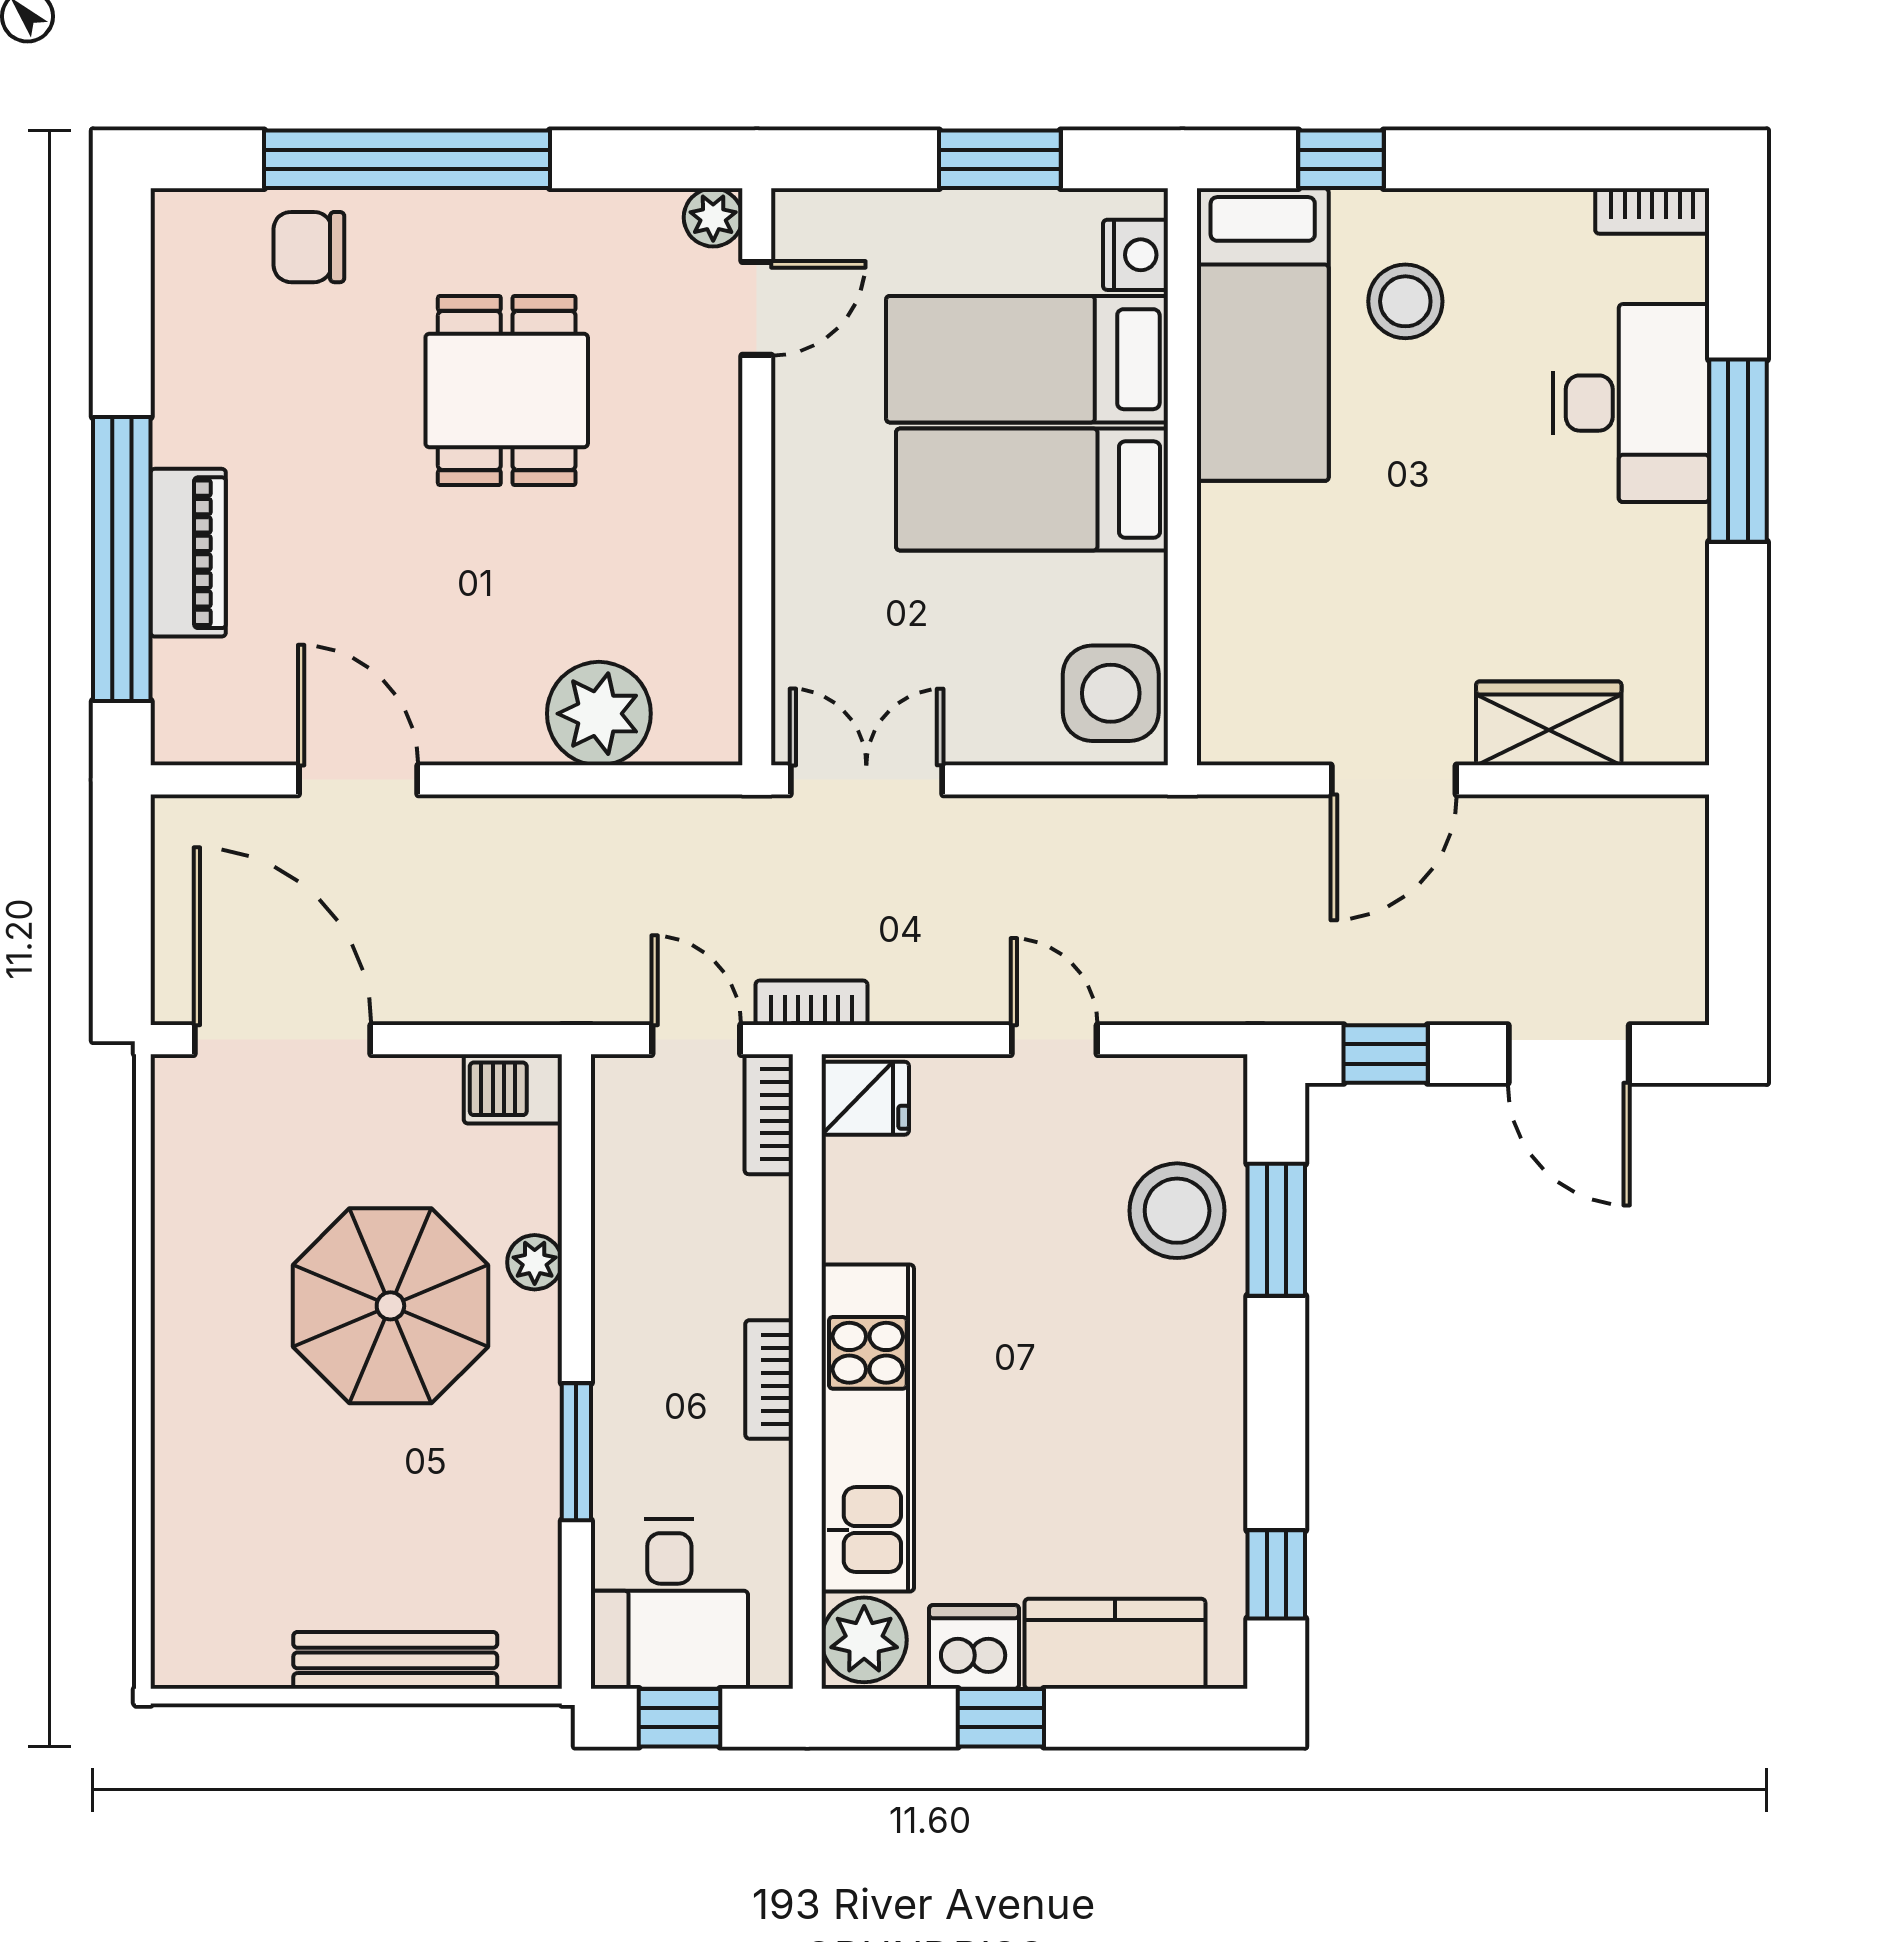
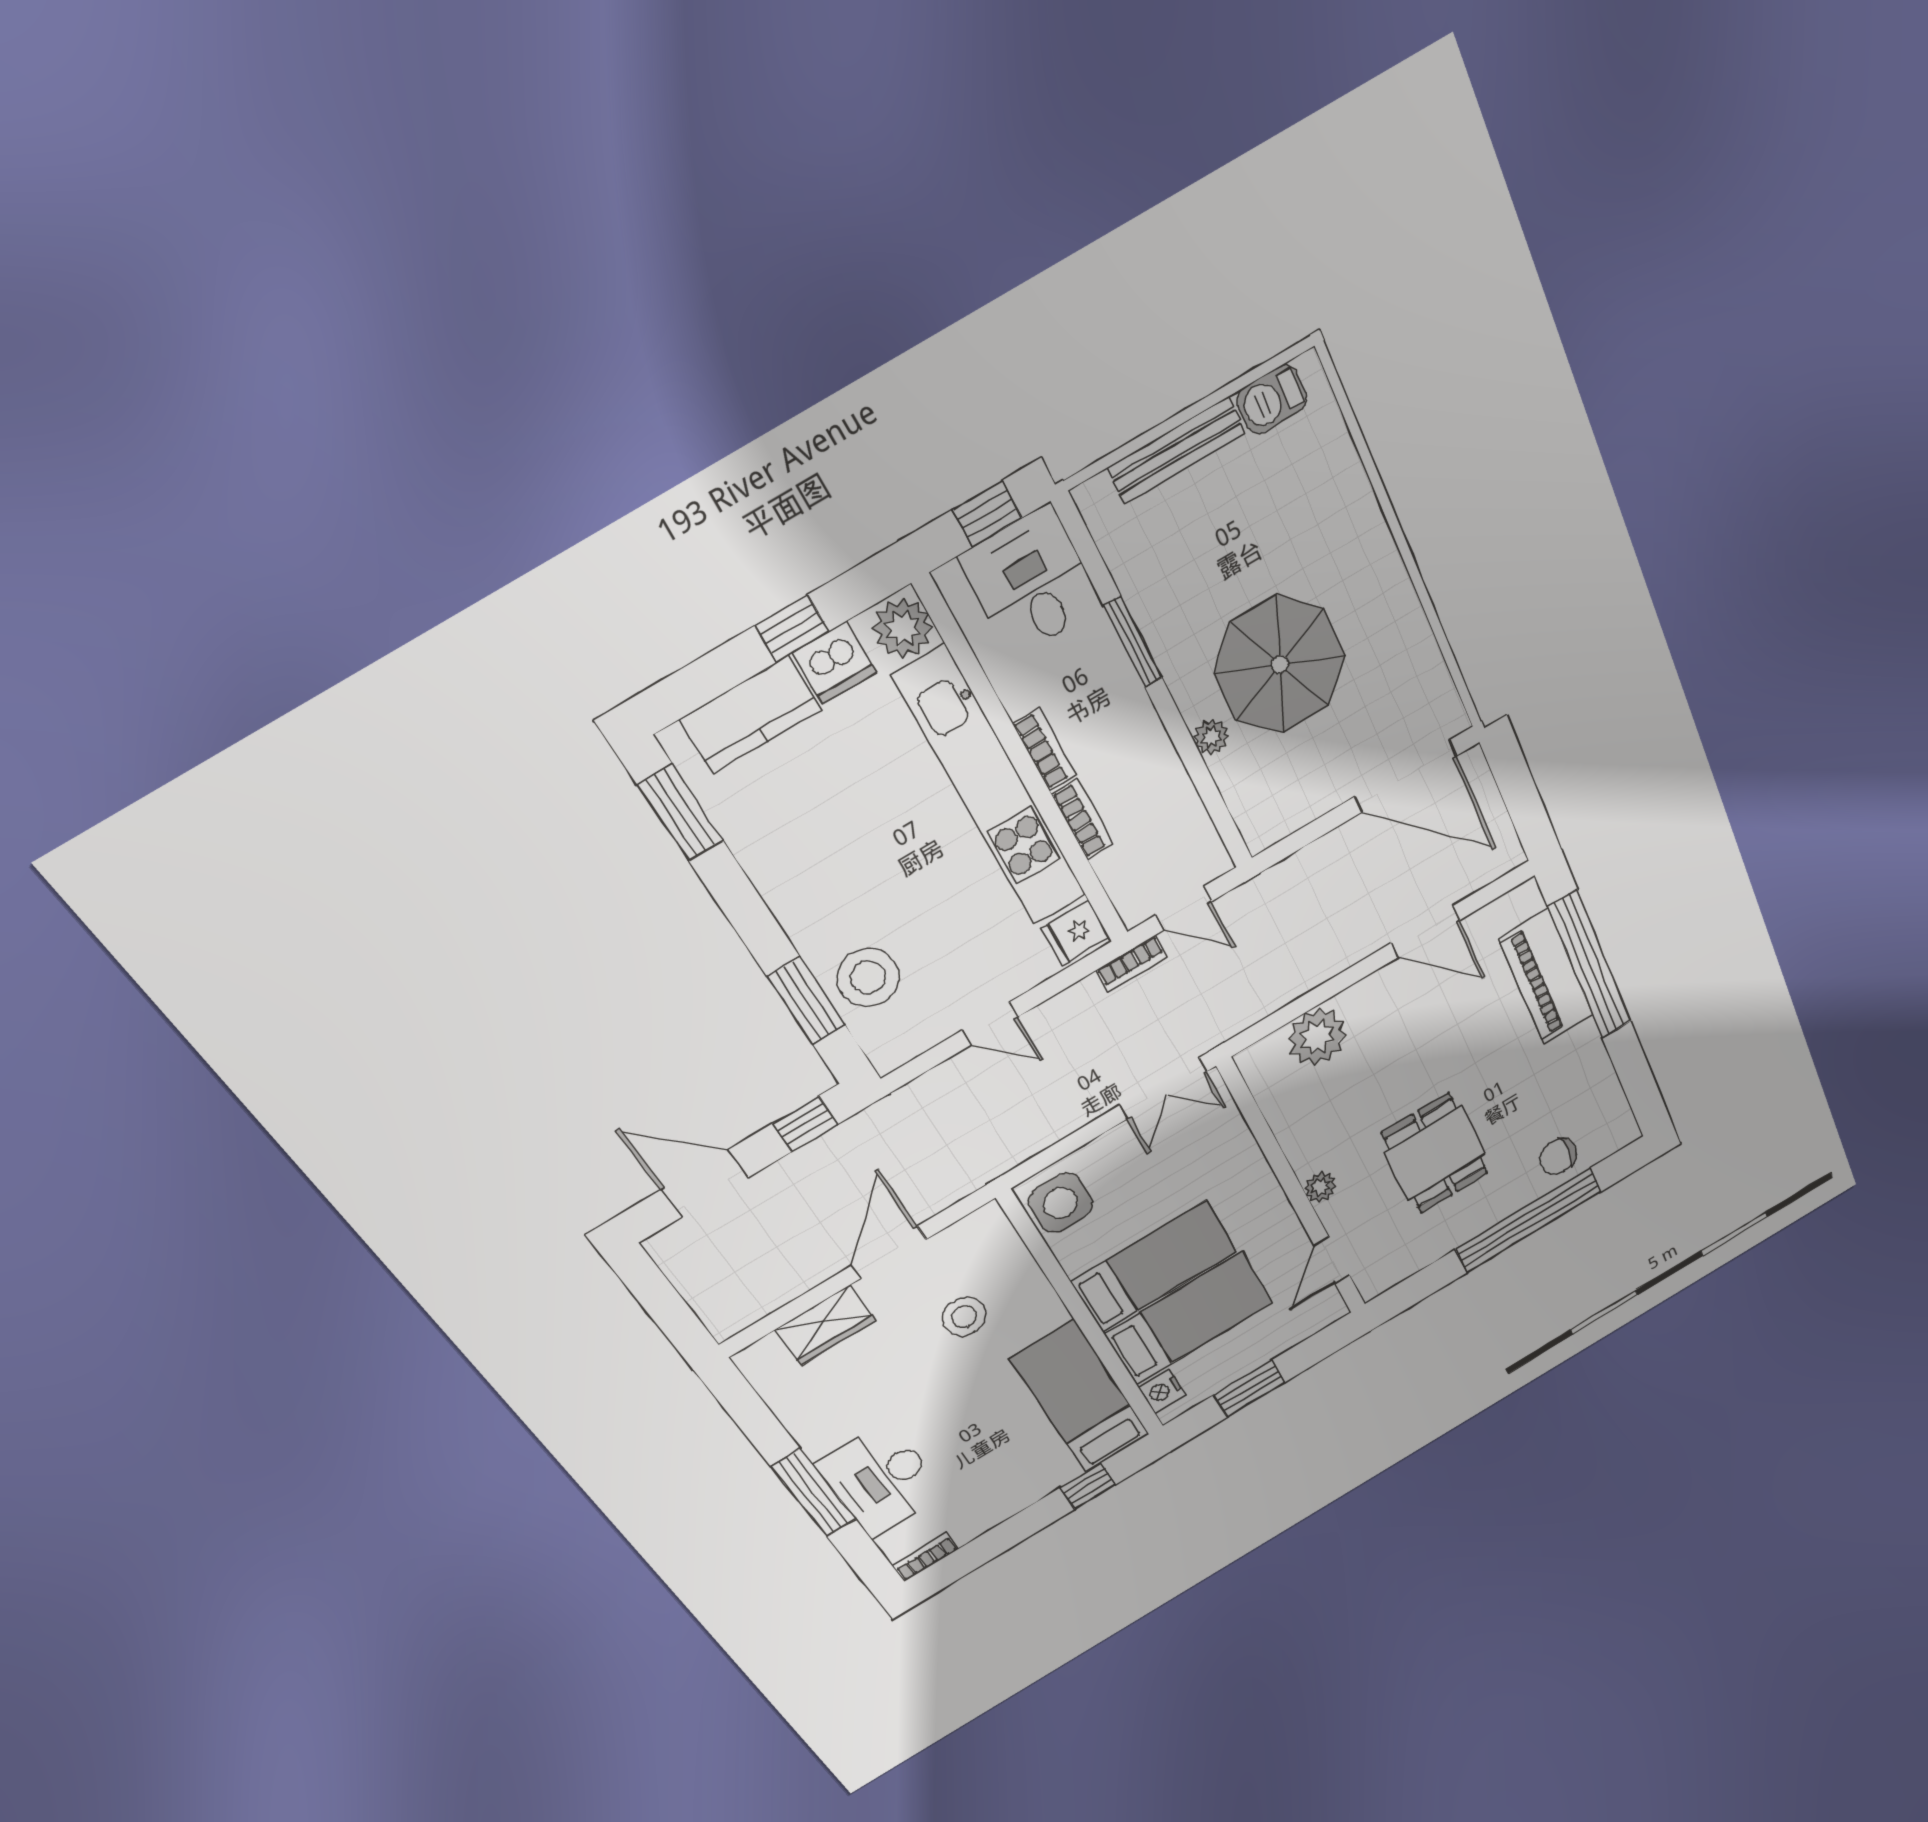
plant: (713, 217) -> (1320, 1187), moved
chair: (309, 247) -> (1558, 1157), turned 180
stool: (1405, 301) -> (964, 1317), moved
piano: (188, 553) -> (1546, 977), width x1.37, depth x1.33
barbecue: (513, 1089) -> (1272, 399), moved, turned 180
bookcase: (769, 1114) -> (1083, 819), moved
kitchen unit: (868, 1428) -> (991, 789), width x1.36
window: (1276, 1574) -> (680, 813), width x1.50

